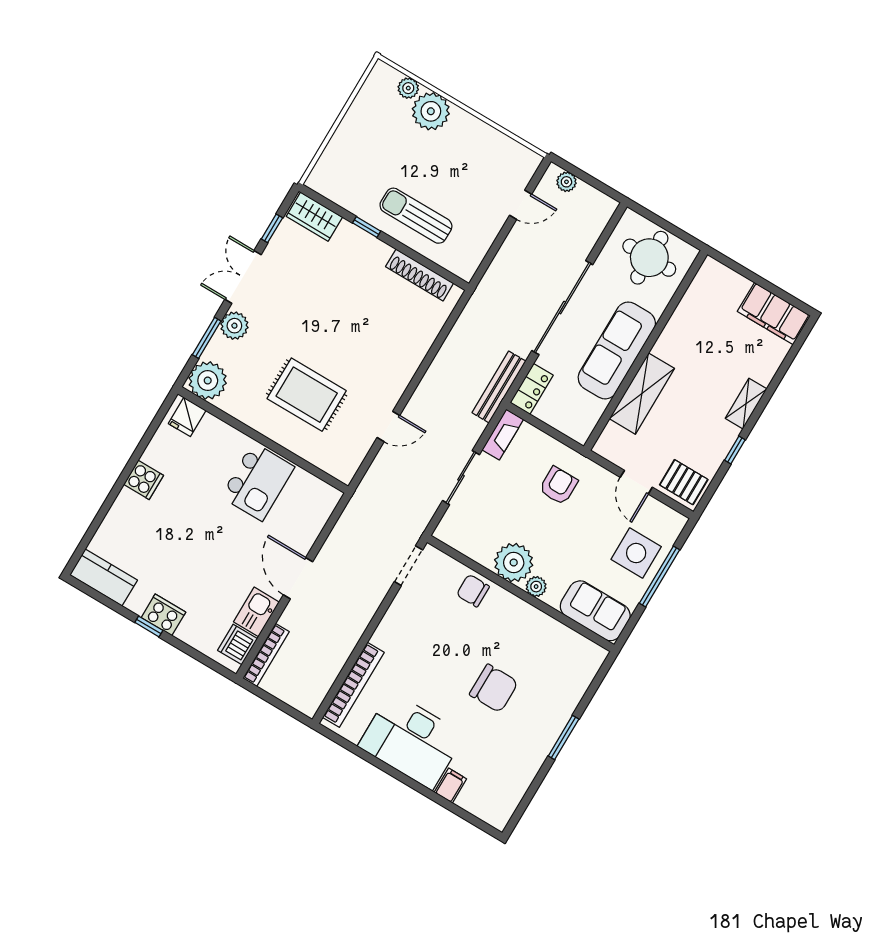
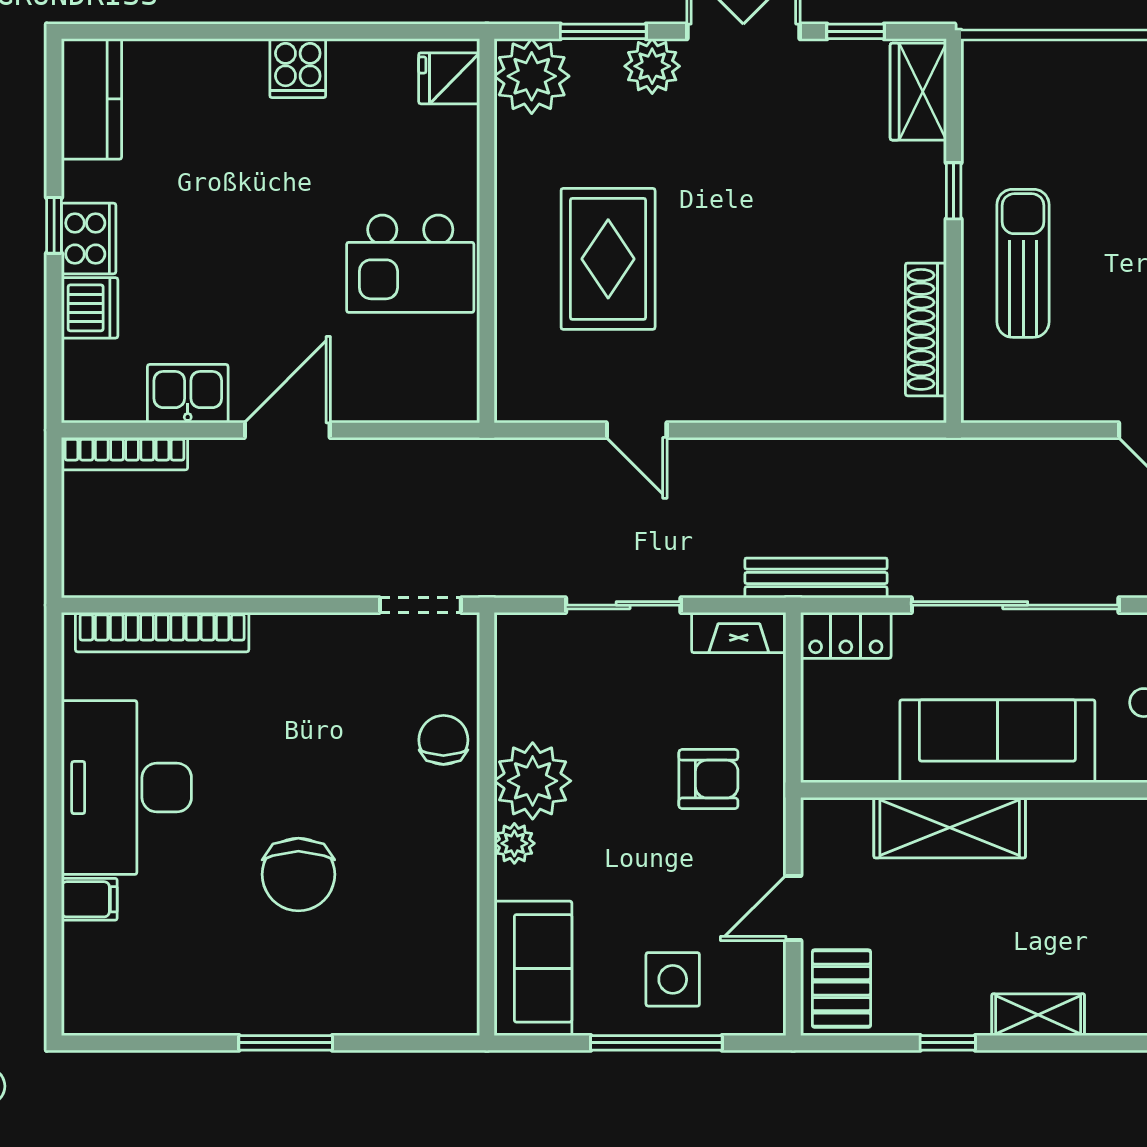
side table: (636, 553) -> (673, 979), width x0.73, depth x0.73
dishwasher: (238, 644) -> (90, 308), moved, turned 90

